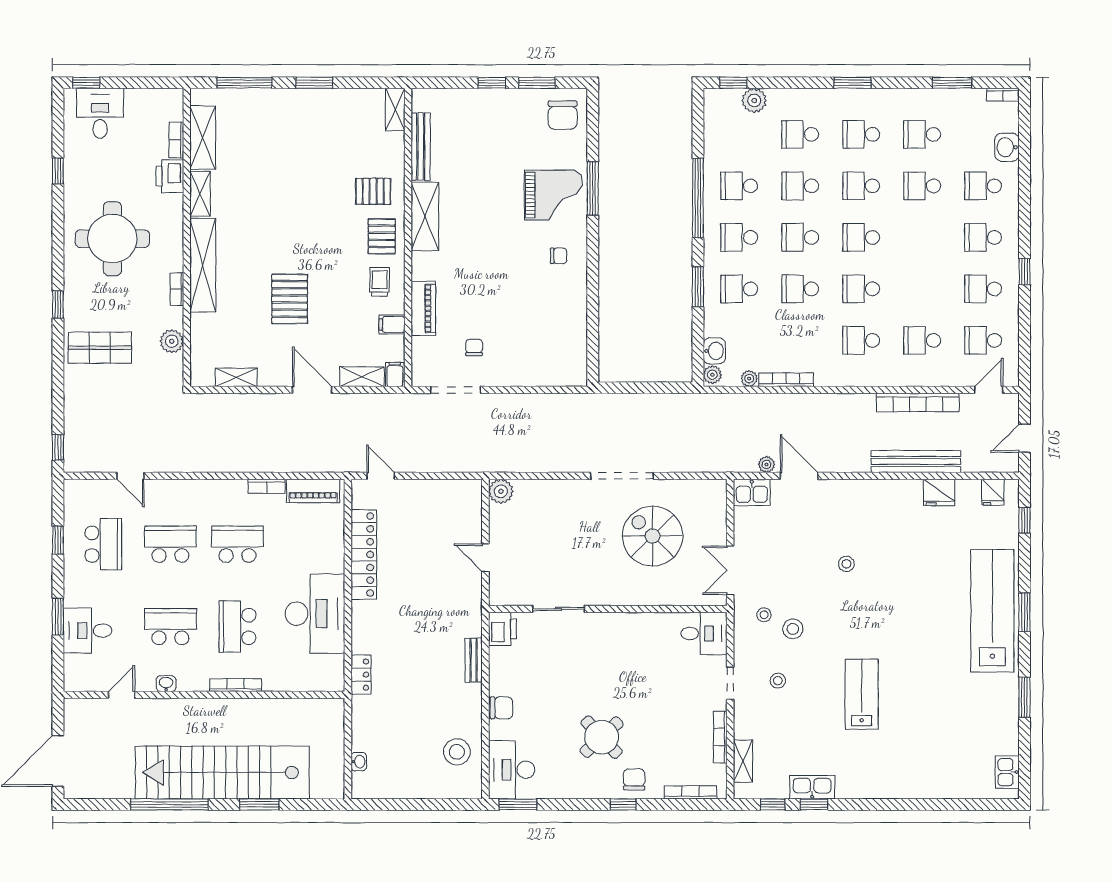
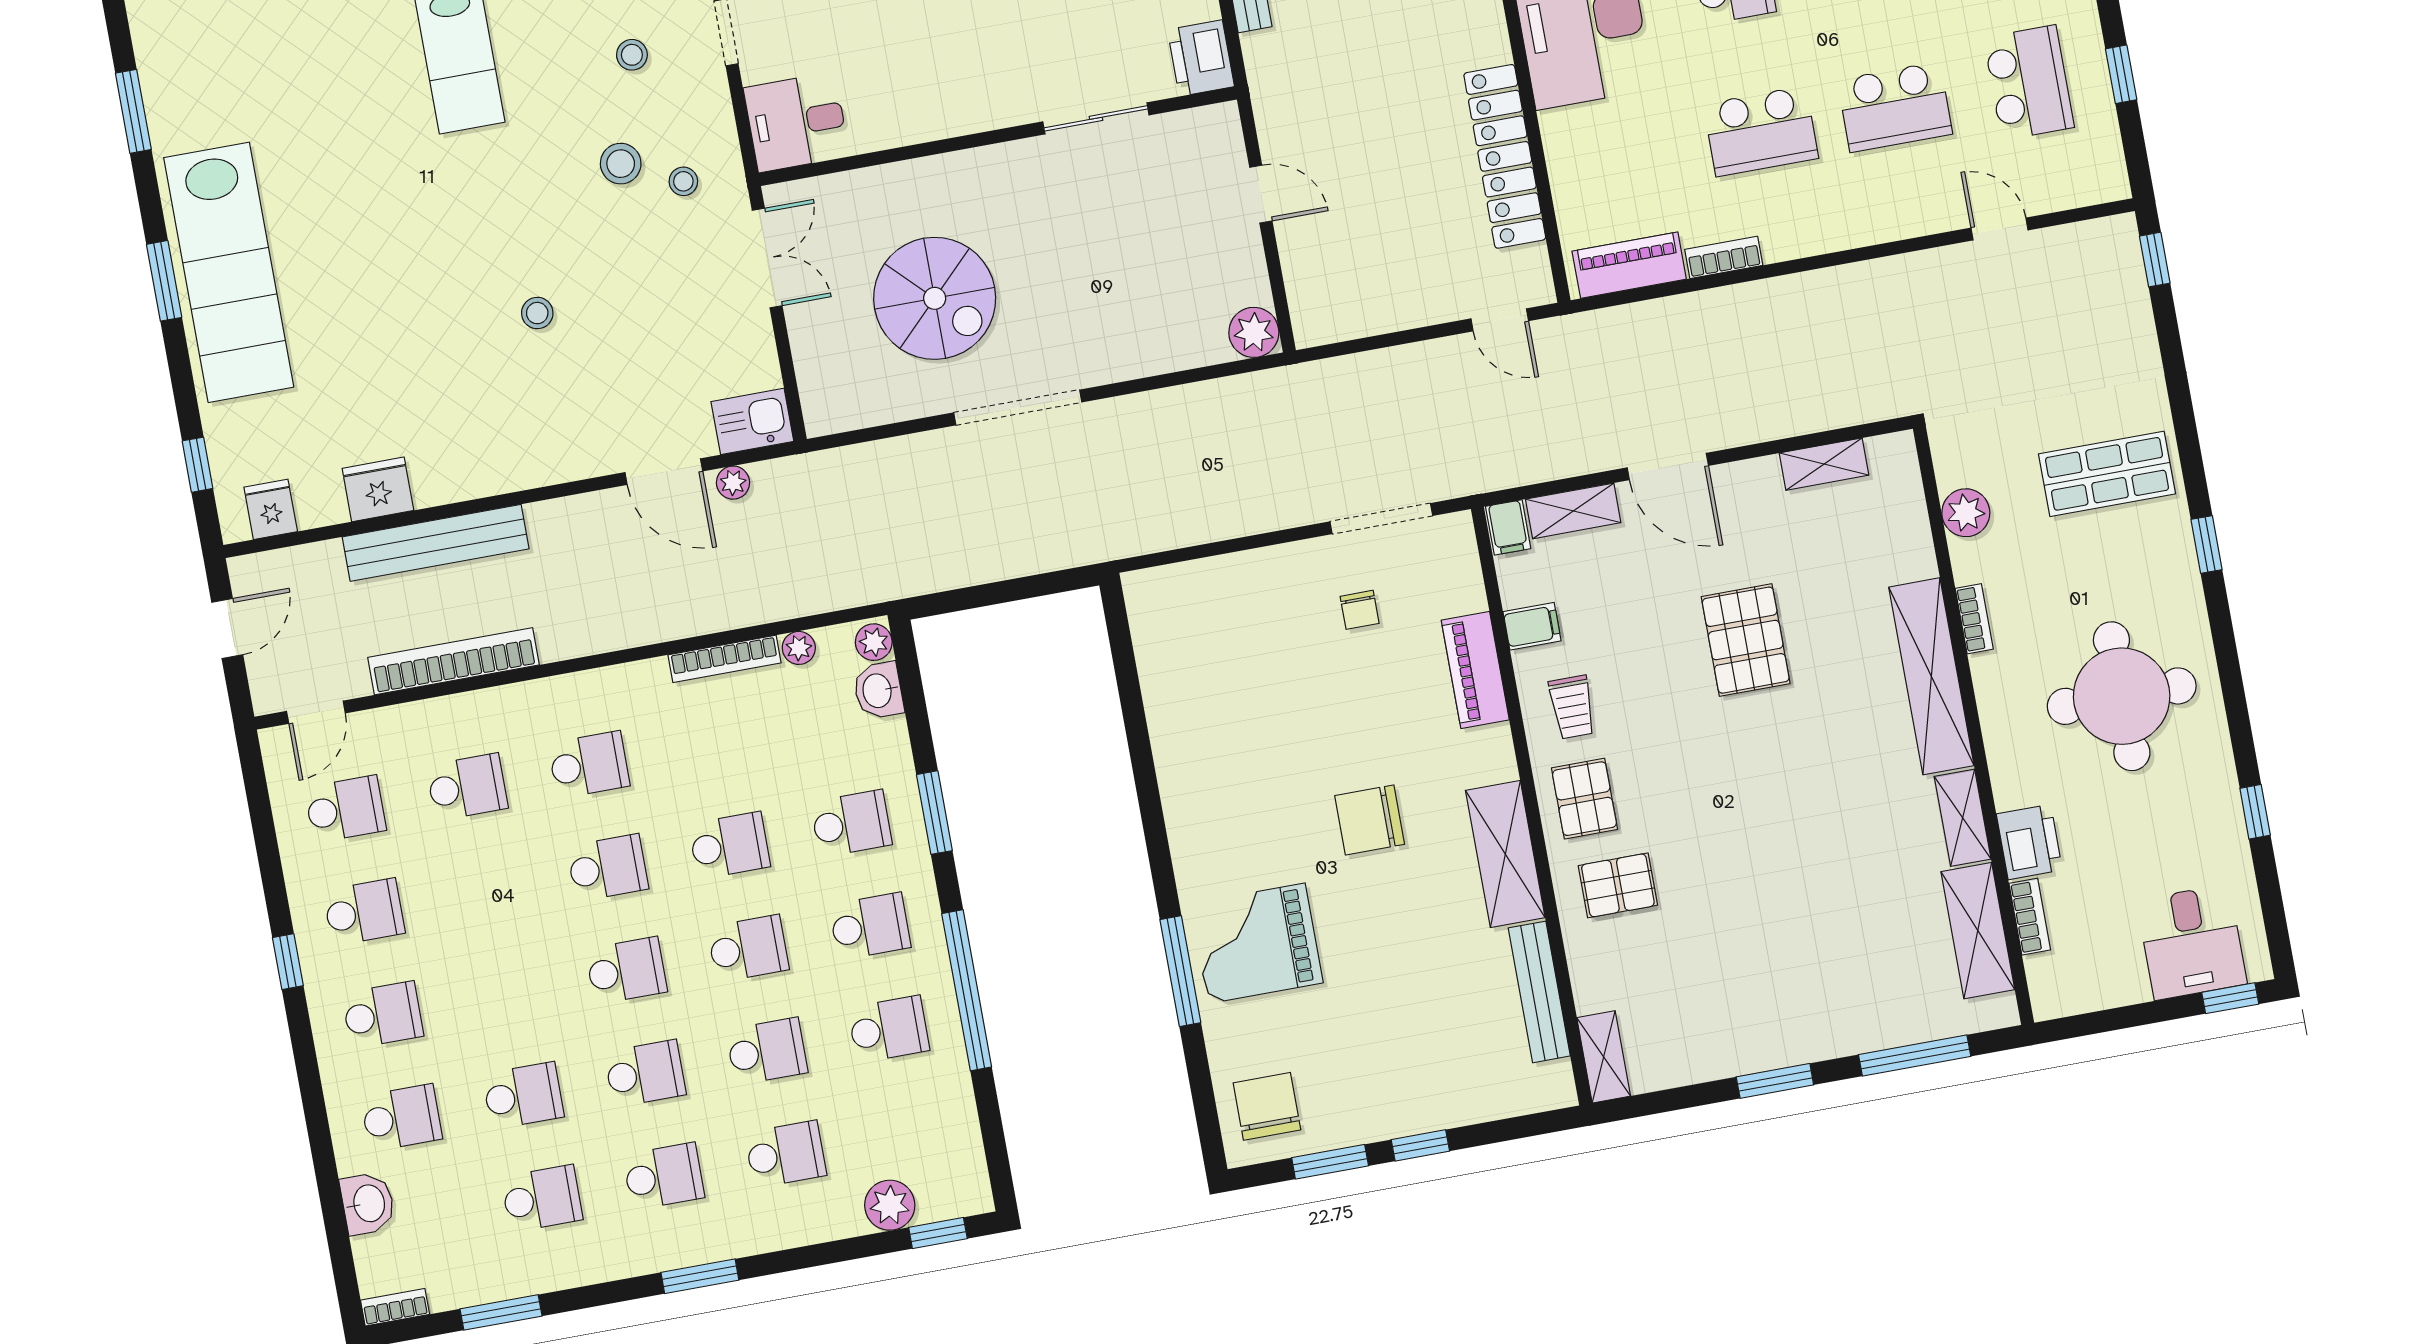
chair: (559, 256) -> (1370, 820), moved, width x1.87, depth x1.87
school desk: (103, 544) -> (2029, 83), turned 180

